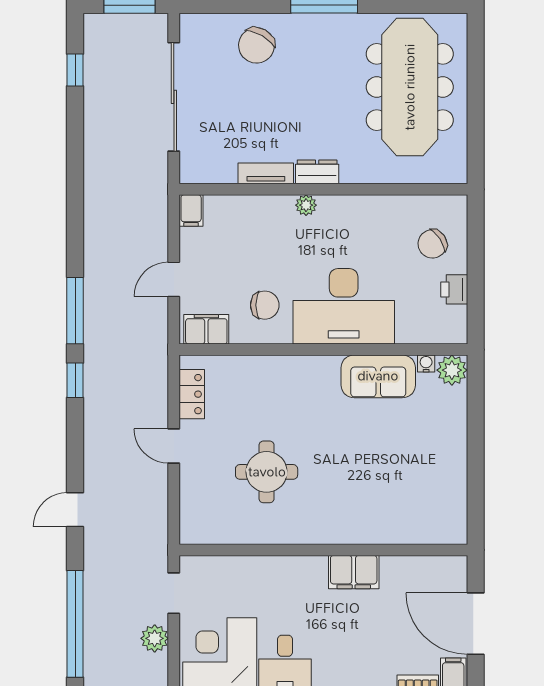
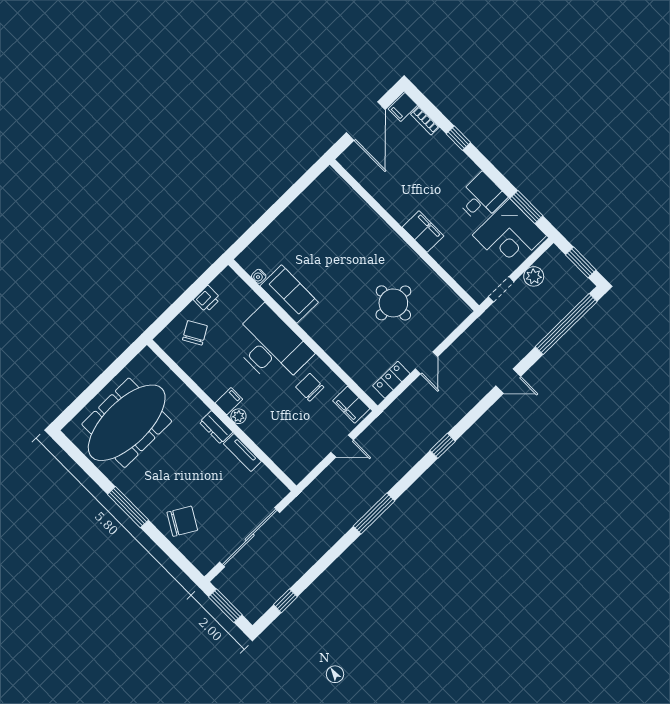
filing cabinet: (191, 210) -> (229, 401), moved
chair: (432, 244) -> (195, 333), turned -86
window: (75, 311) -> (374, 513), moved
plant: (452, 370) -> (249, 260), removed
filing cabinet: (354, 572) -> (423, 232), moved

